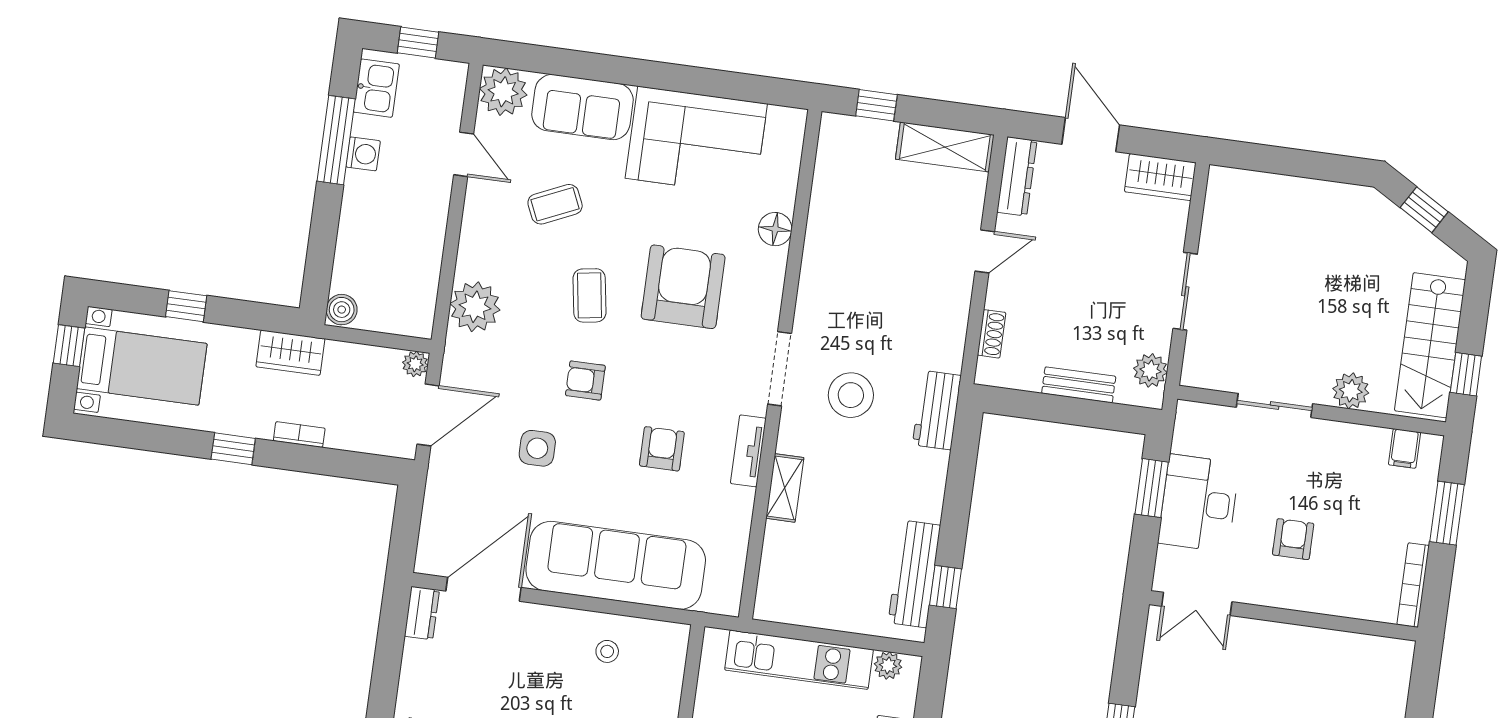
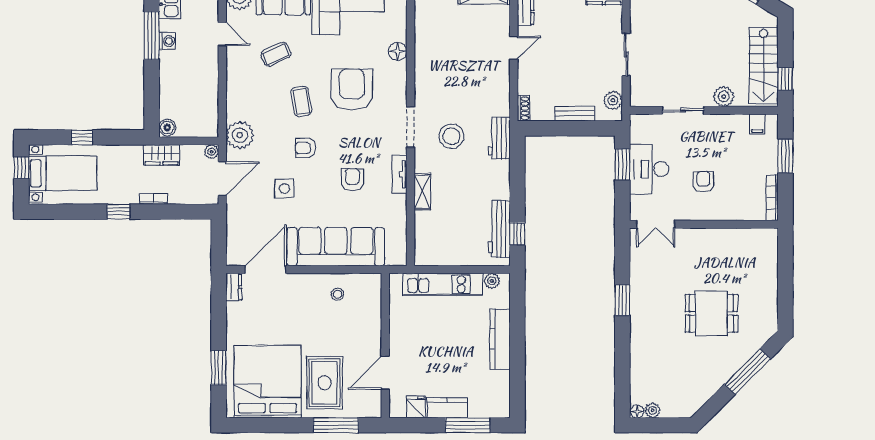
plant: (475, 307) -> (240, 135), moved
shoe rack: (992, 334) -> (524, 108), moved
wardrobe: (290, 353) -> (162, 155), moved

